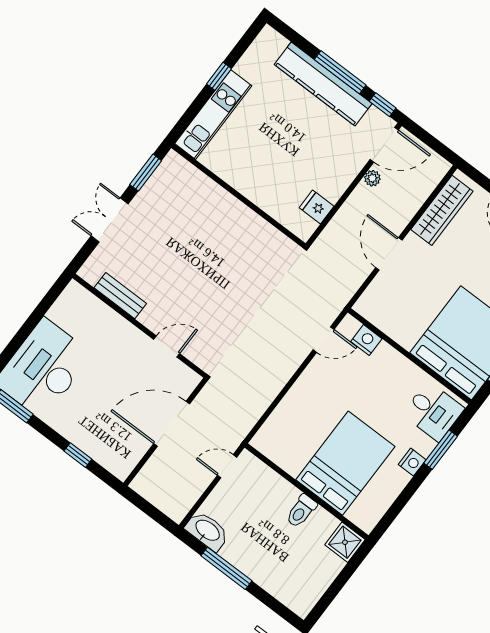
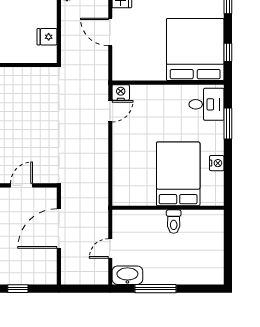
nightstand: (366, 340) -> (121, 92), moved
nightstand: (412, 462) -> (217, 163), moved
door: (227, 466) -> (110, 248), moved
shower: (345, 542) -> (213, 220), removed

